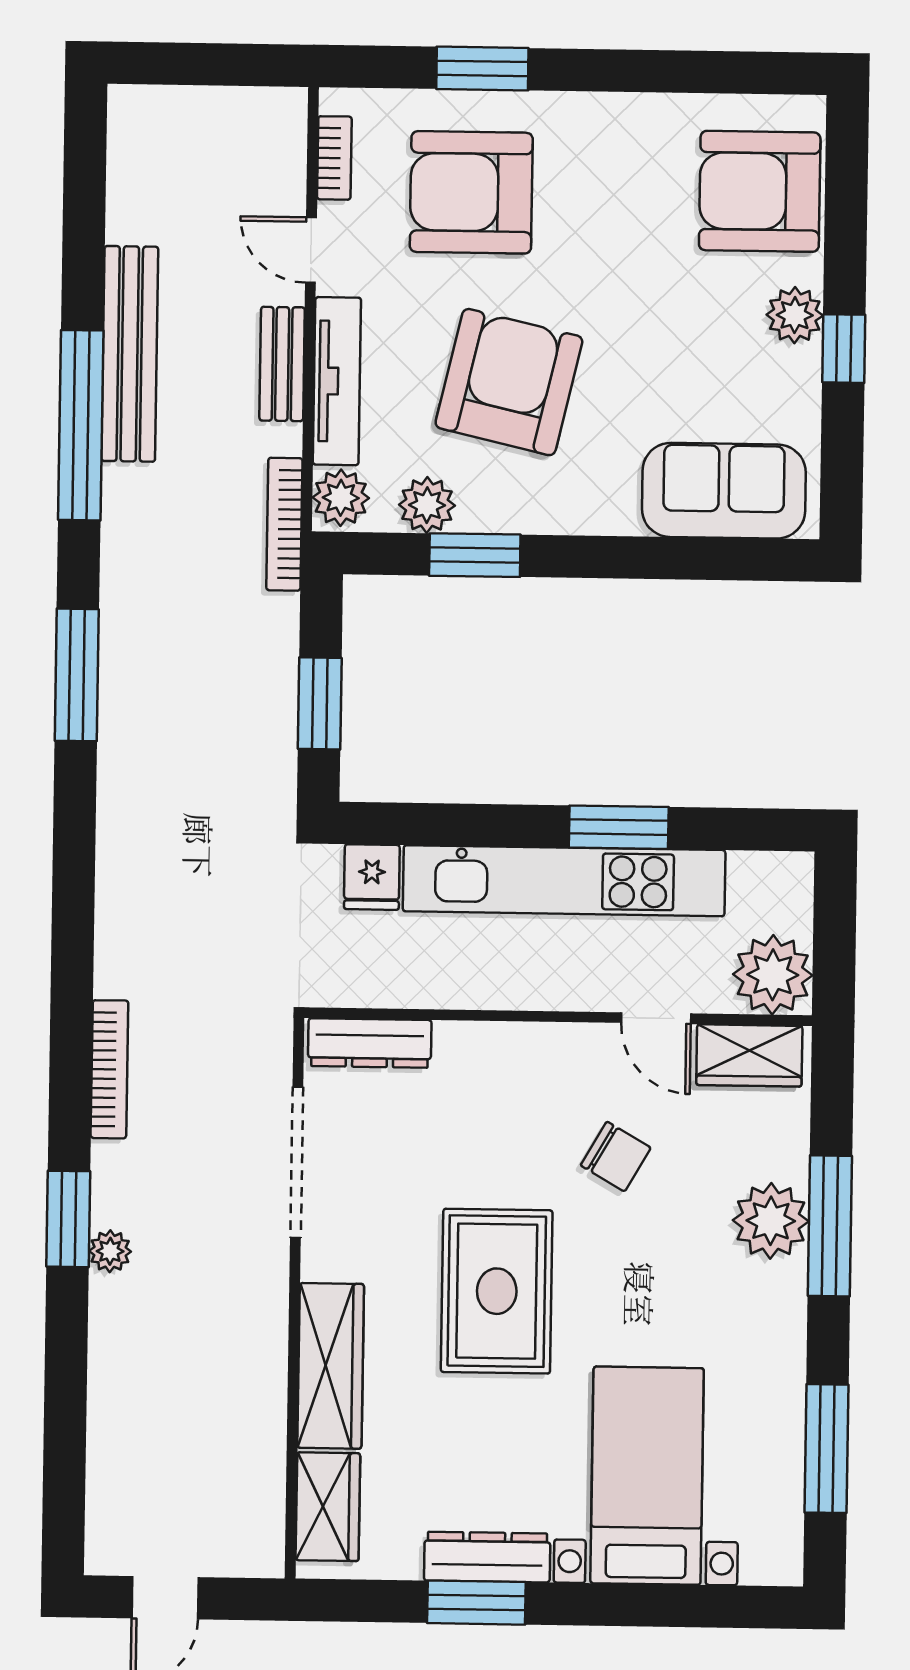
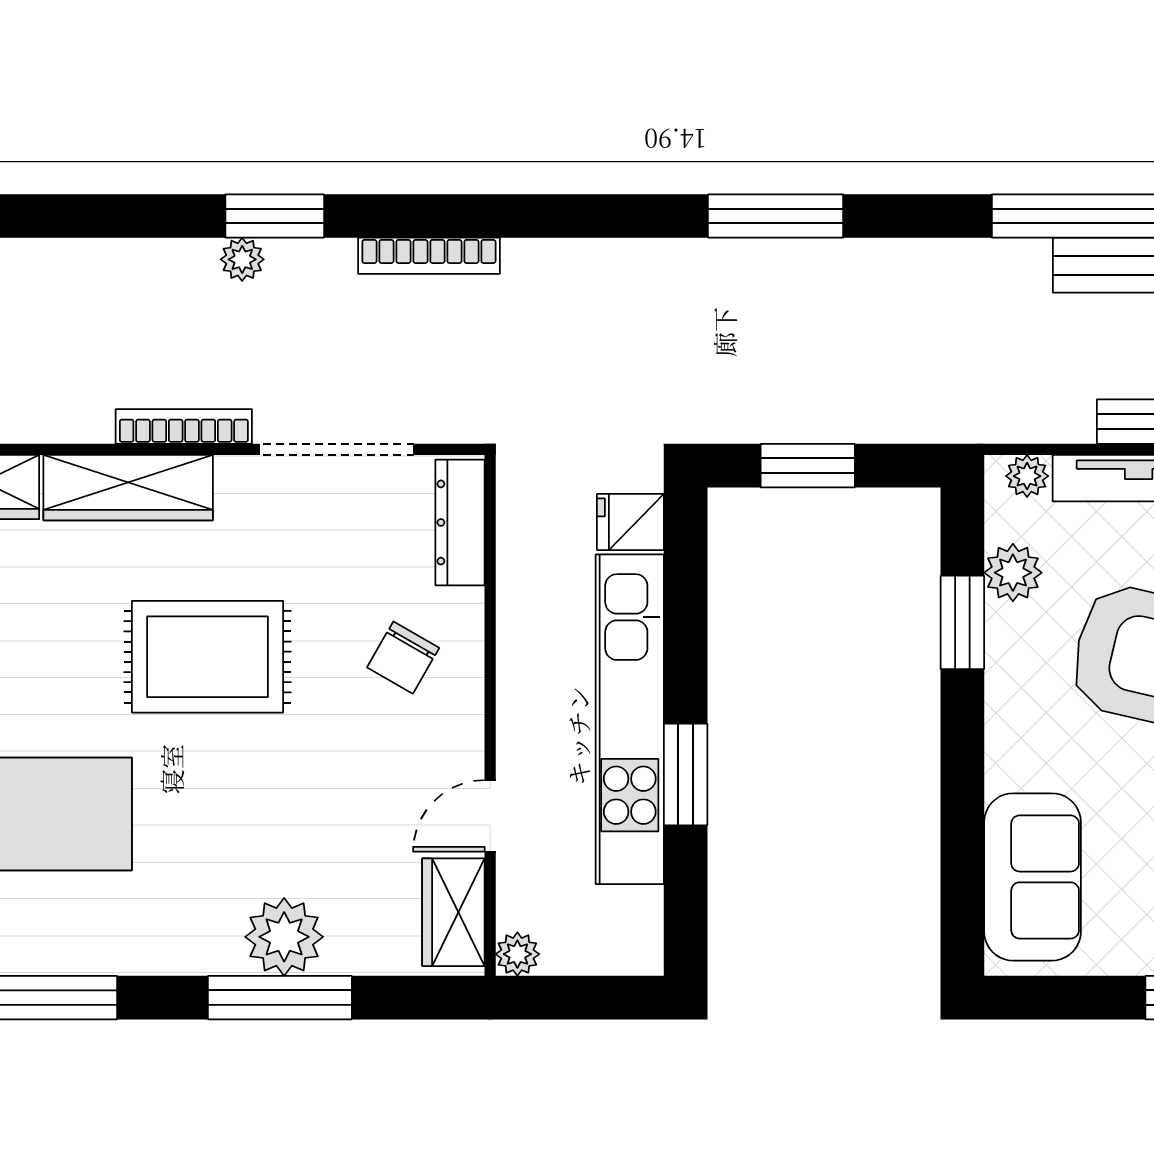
plant: (341, 498) -> (1027, 476), width x0.73, depth x0.73
bookcase: (284, 524) -> (184, 427), moved
window: (77, 675) -> (776, 216), moved
plant: (773, 975) -> (517, 954), width x0.53, depth x0.53
chair: (616, 1156) -> (403, 658), moved

